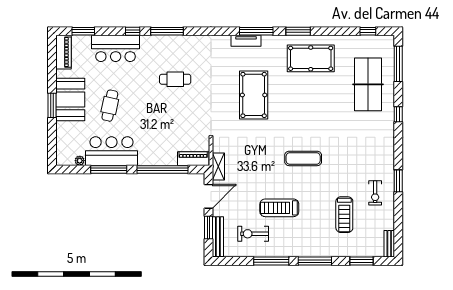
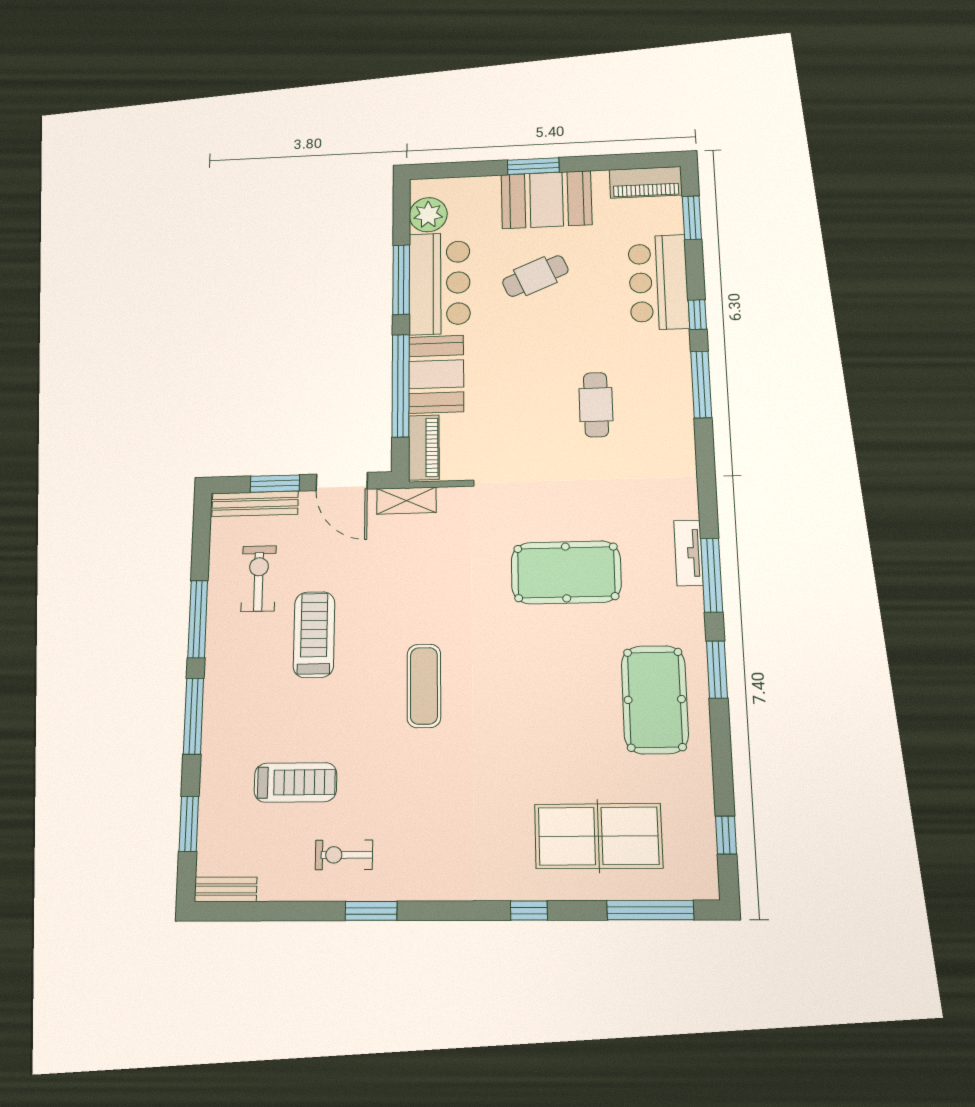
cafe table: (110, 106) -> (535, 276), turned -35
booth: (157, 153) -> (436, 374), added
plant: (80, 161) -> (428, 215), width x1.88, depth x1.88
treadmill: (344, 215) -> (295, 782), turned 180

